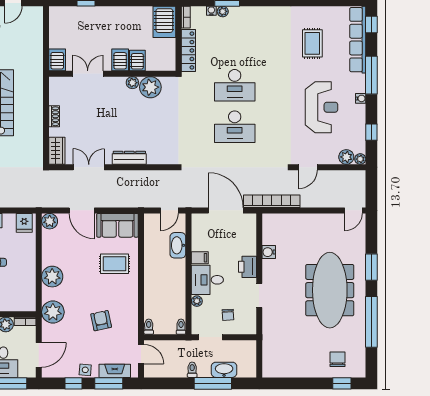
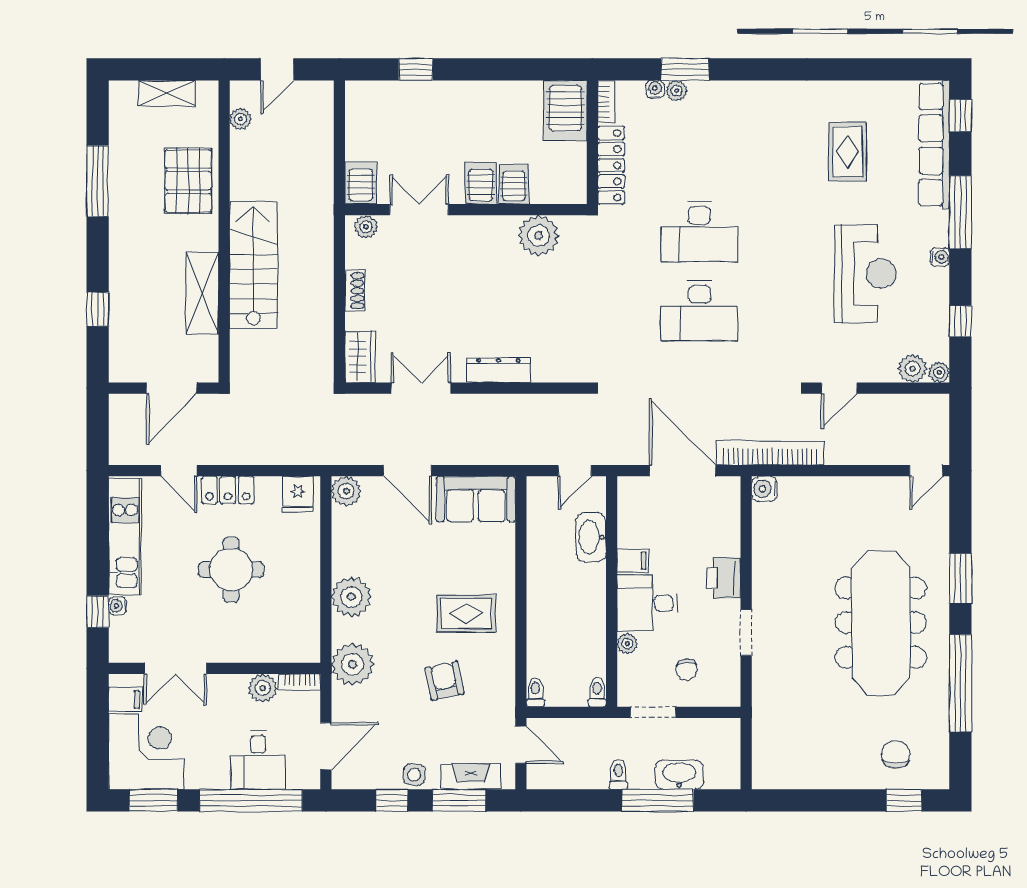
plant: (132, 83) -> (366, 227), moved
water cooler: (269, 252) -> (764, 489), moved
rug: (114, 264) -> (466, 613), moved

